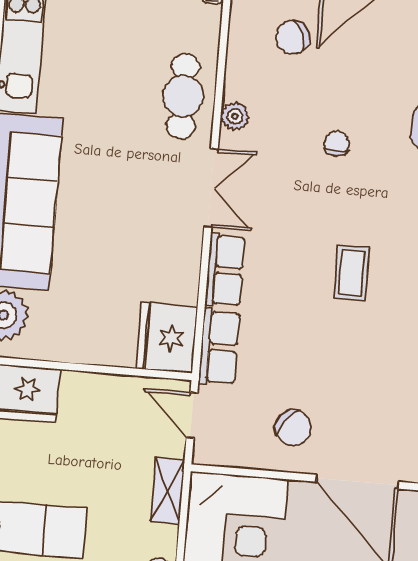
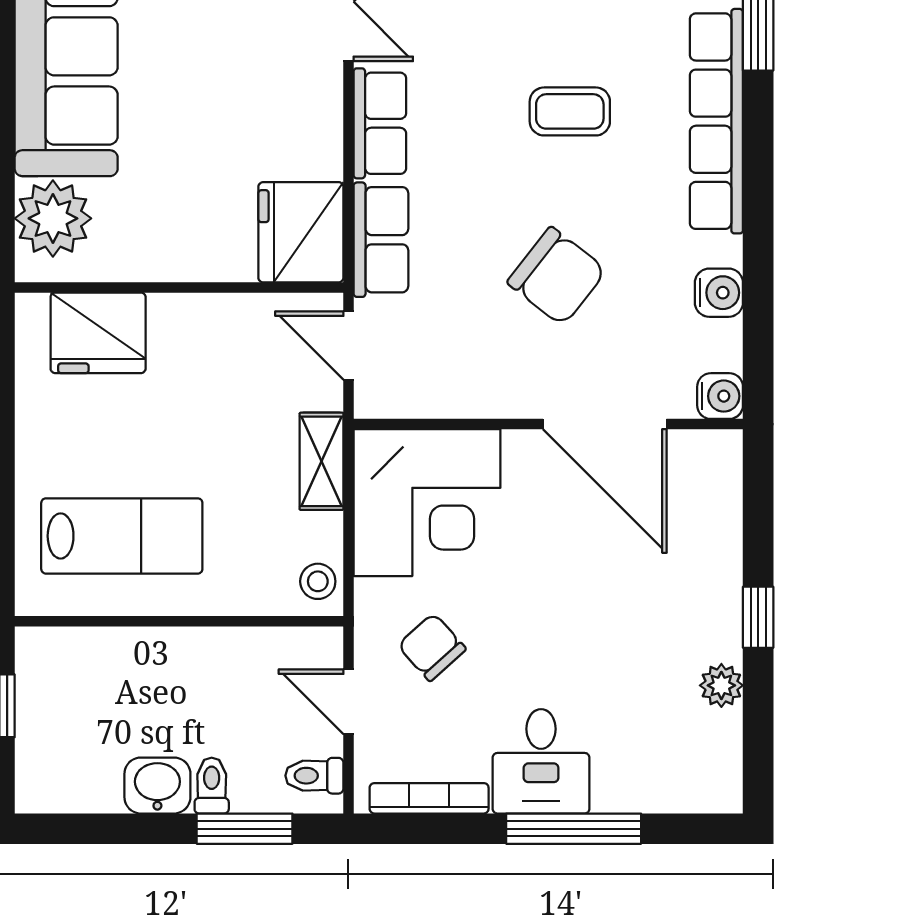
coffee table: (352, 273) -> (570, 111), turned 90
chair: (293, 428) -> (557, 276), moved, width x1.37, depth x1.37

